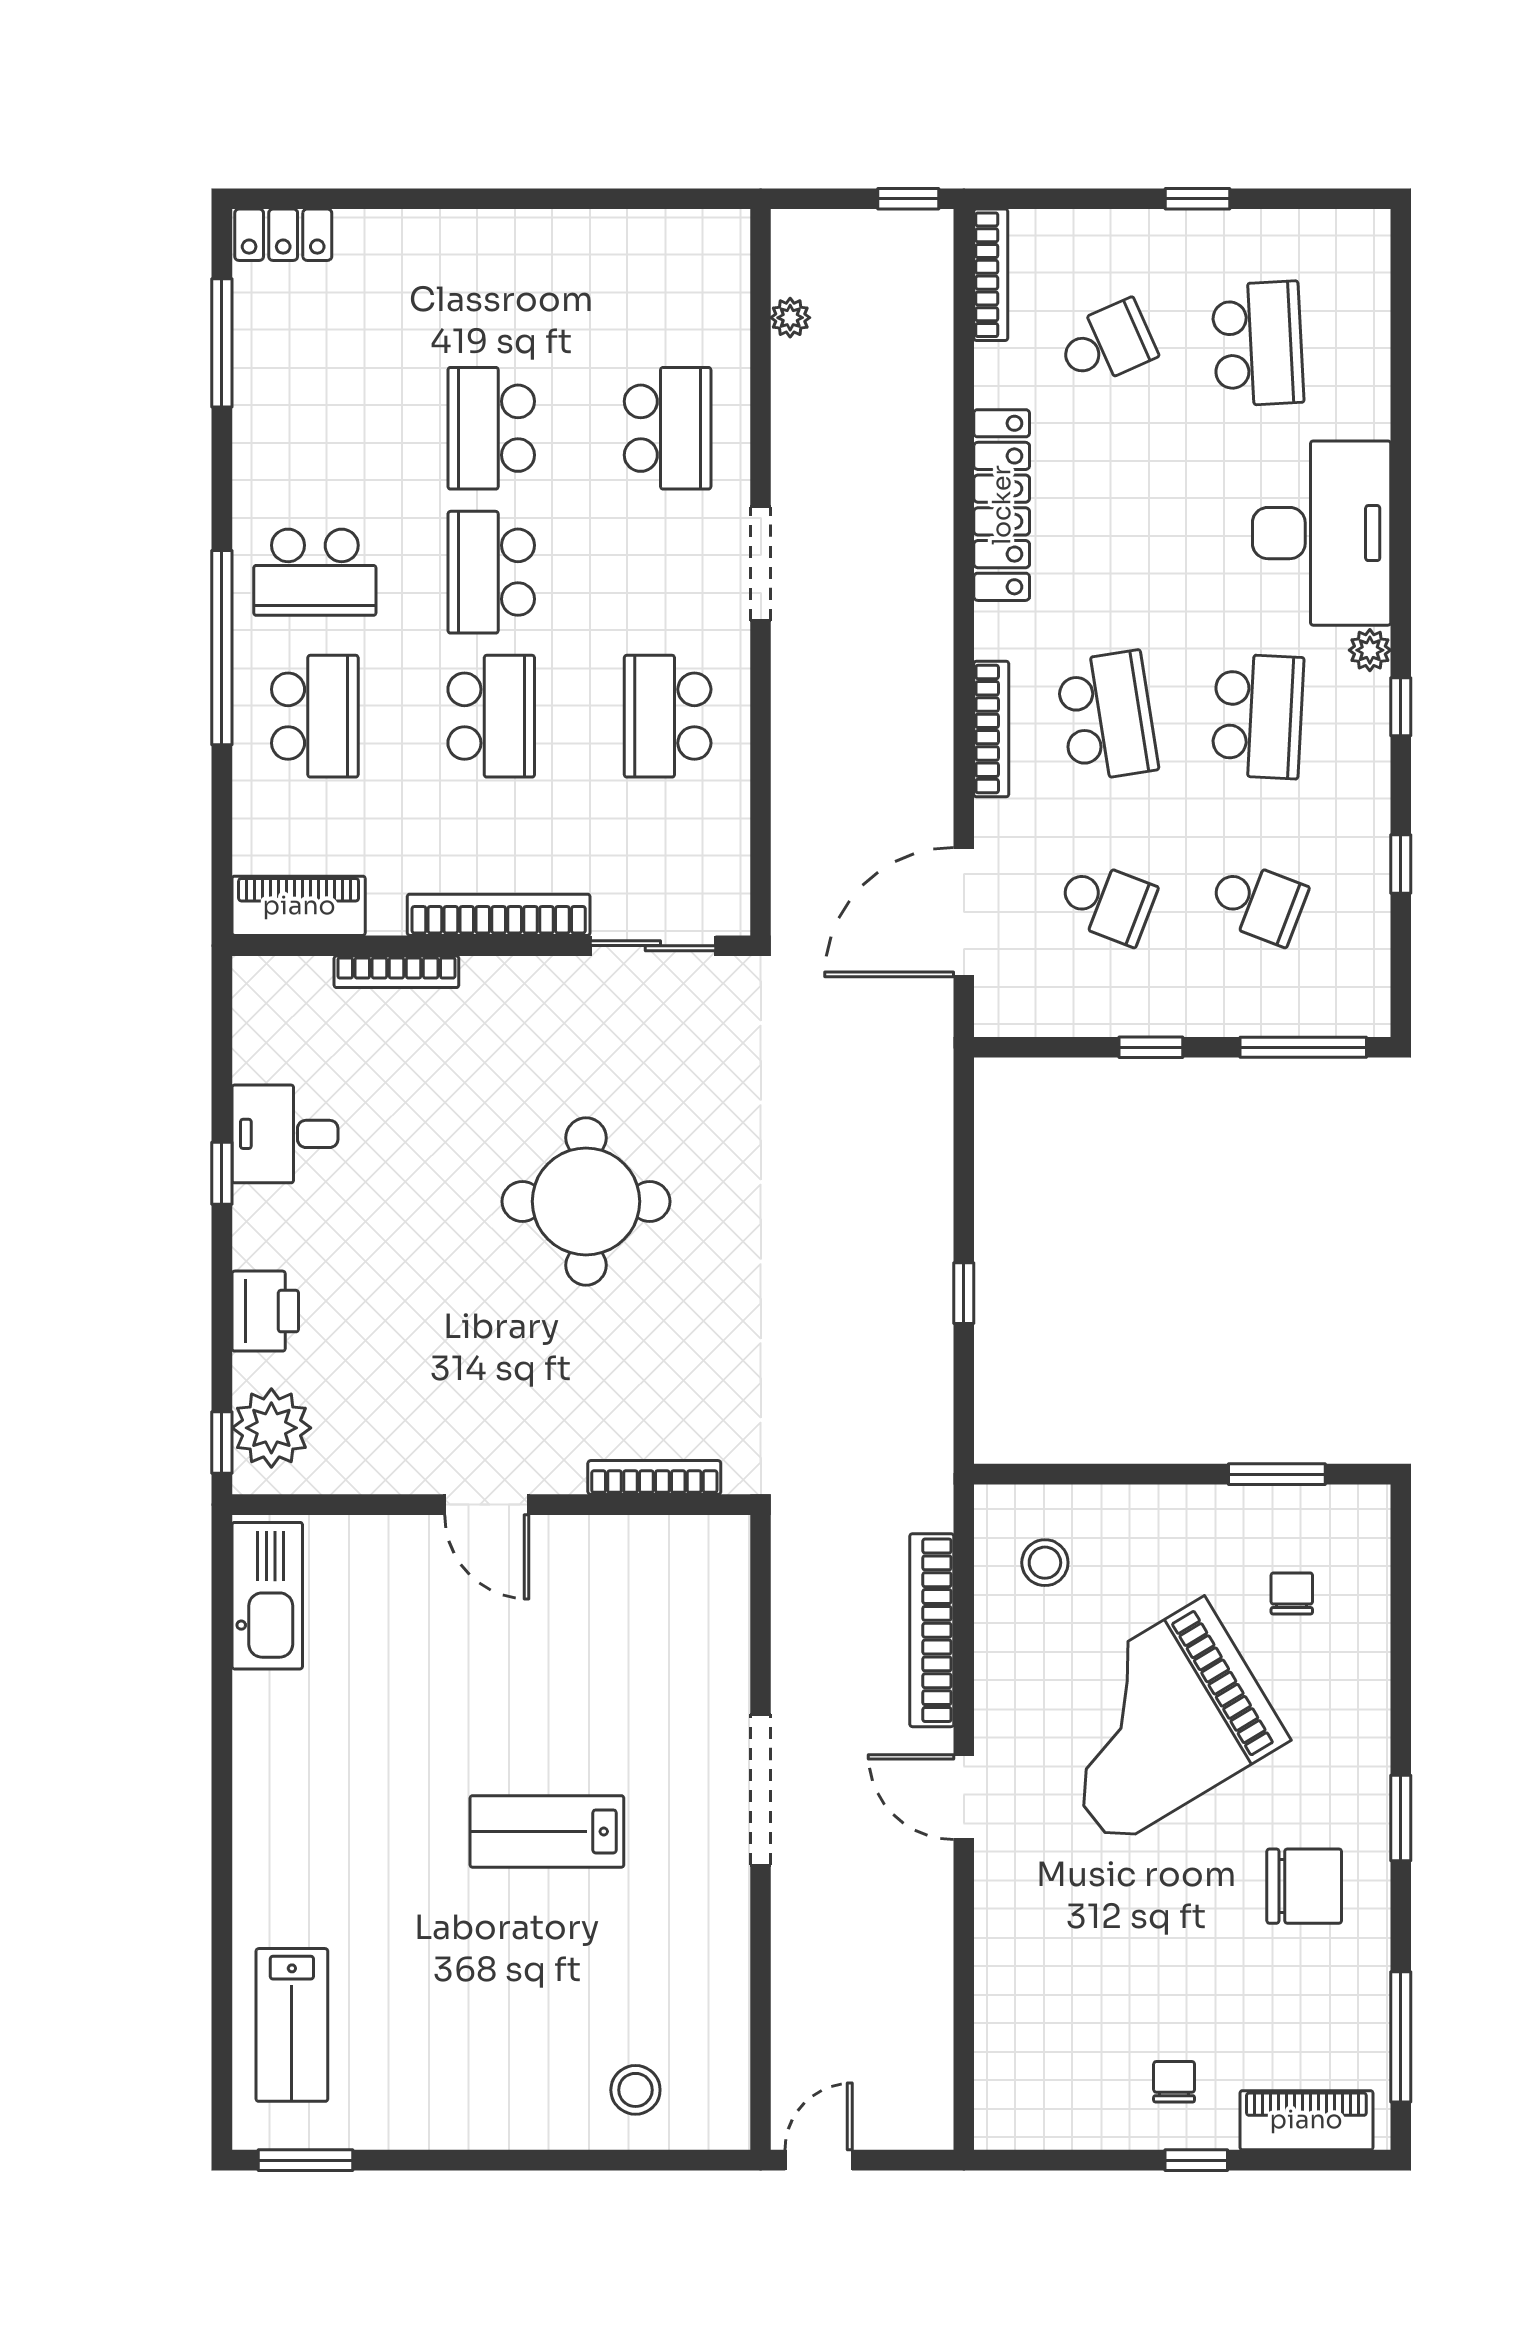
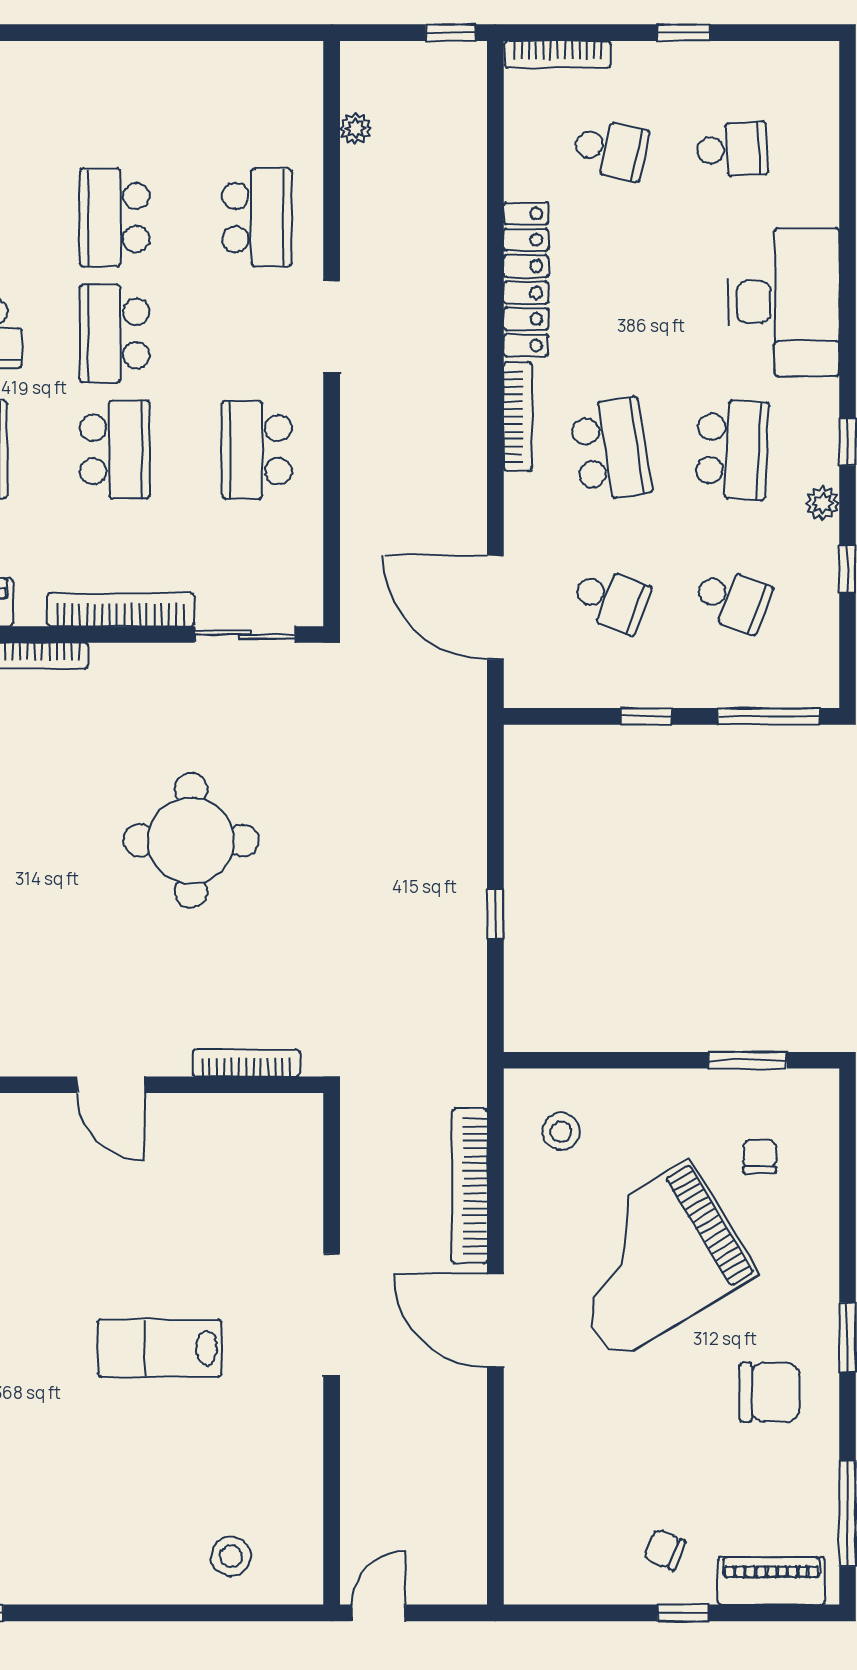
bookcase: (991, 275) -> (558, 54), moved, turned 90
school desk: (1107, 344) -> (611, 149), turned 36
school desk: (1258, 344) -> (732, 149), width x0.54
plant: (1370, 650) -> (823, 503), moved
bookcase: (991, 729) -> (518, 416), moved
door: (964, 912) -> (495, 607), hinge flipped
door: (964, 1797) -> (495, 1320), width x1.36
chair: (1174, 2082) -> (665, 1550), turned -68

